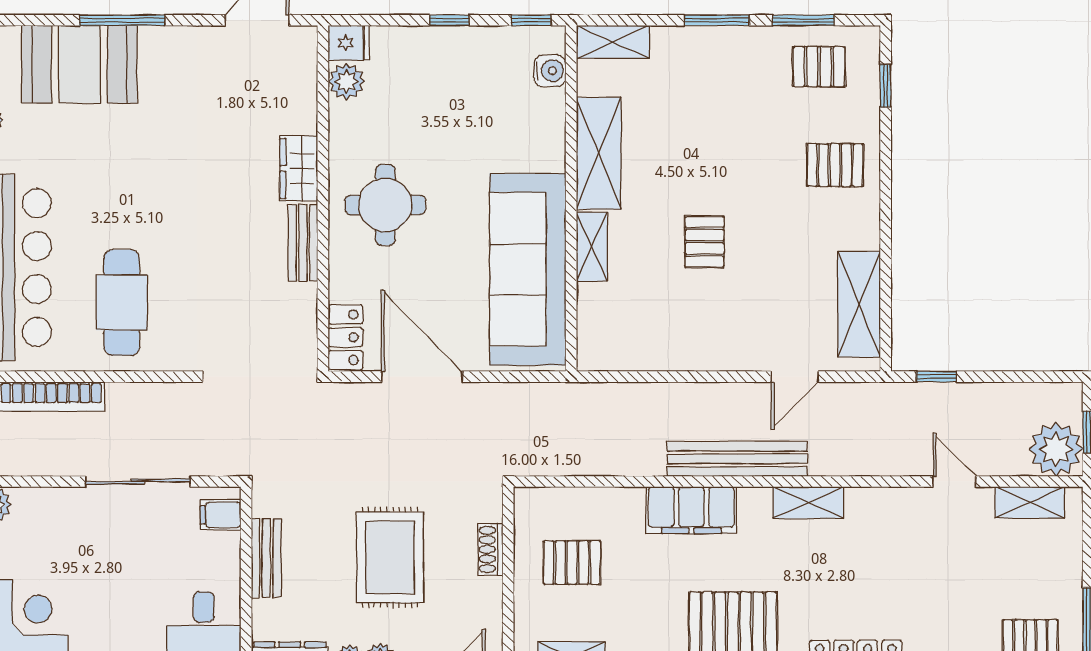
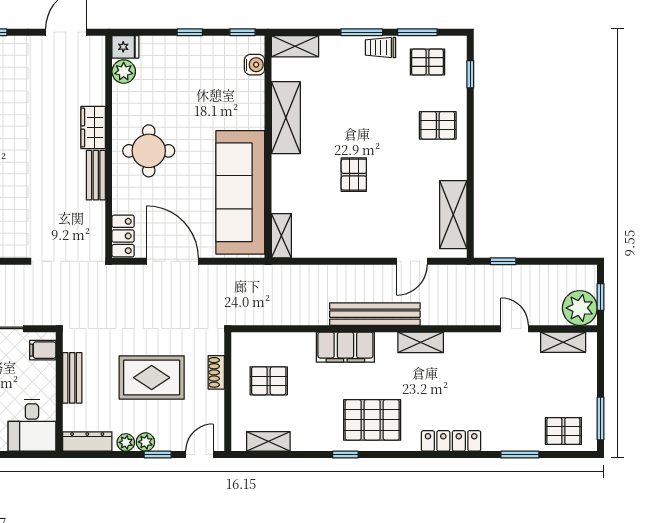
trolley: (746, 44) -> (380, 47), added
shelving: (592, 247) -> (281, 236), moved
rug: (390, 557) -> (152, 378), turned 90

